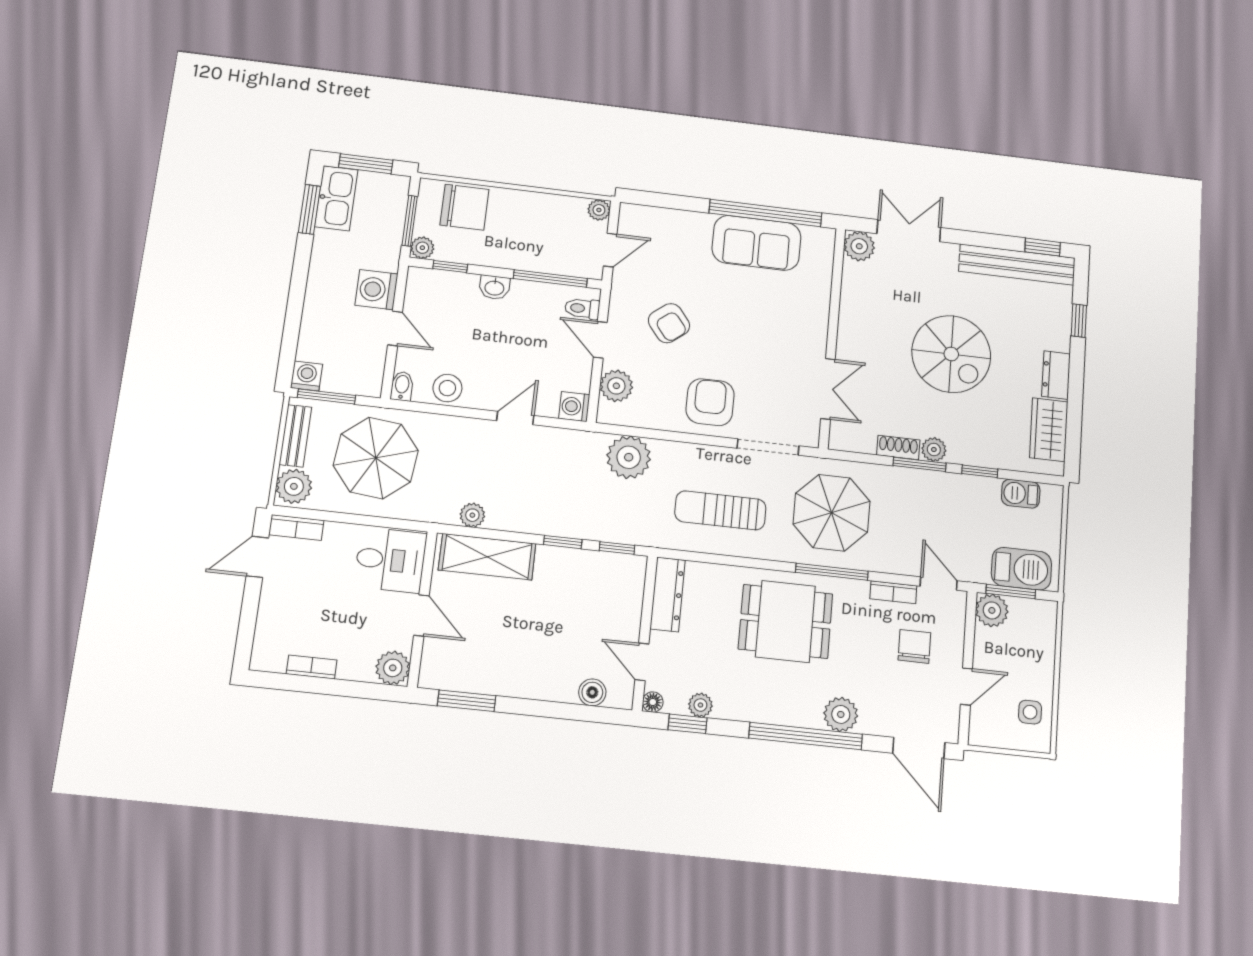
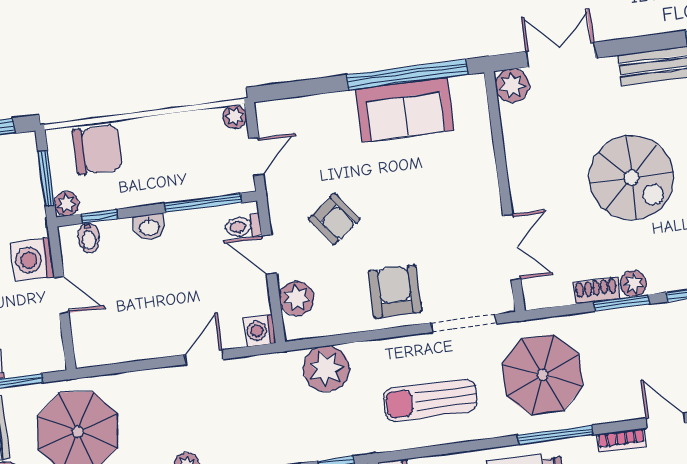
bidet: (402, 386) -> (89, 238), moved, turned 180
stool: (447, 388) -> (129, 343), removed

